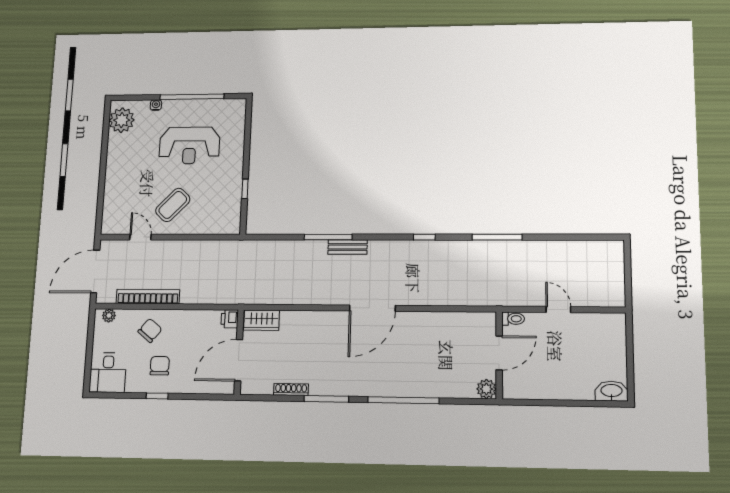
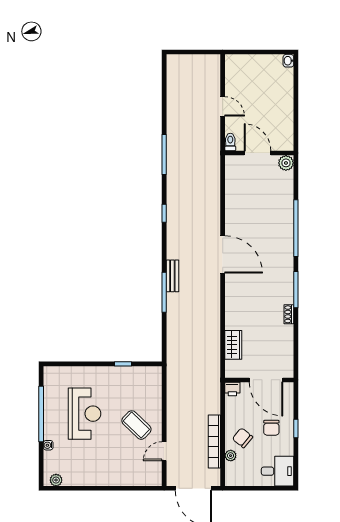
plant: (122, 120) -> (56, 480), width x0.53, depth x0.53
door: (558, 310) -> (223, 106), swing flipped
plant: (109, 316) -> (231, 456), moved
printer: (230, 319) -> (232, 389), moved
wall: (239, 352) -> (259, 380), moved
door: (239, 360) -> (266, 380), moved
chair: (160, 366) -> (271, 428), turned -90
shoe rack: (291, 390) -> (289, 314), width x0.70
washbasin: (612, 391) -> (288, 61), width x0.52, depth x0.69

